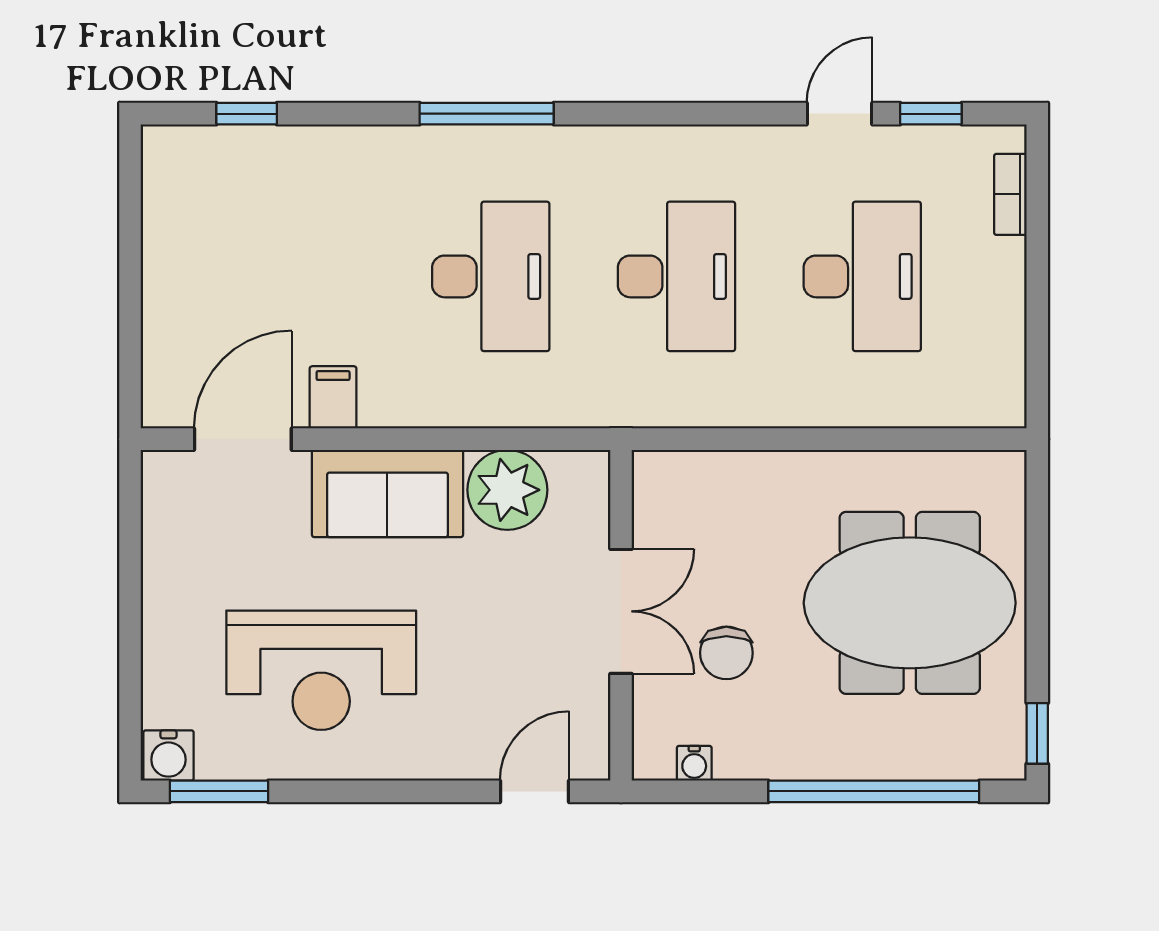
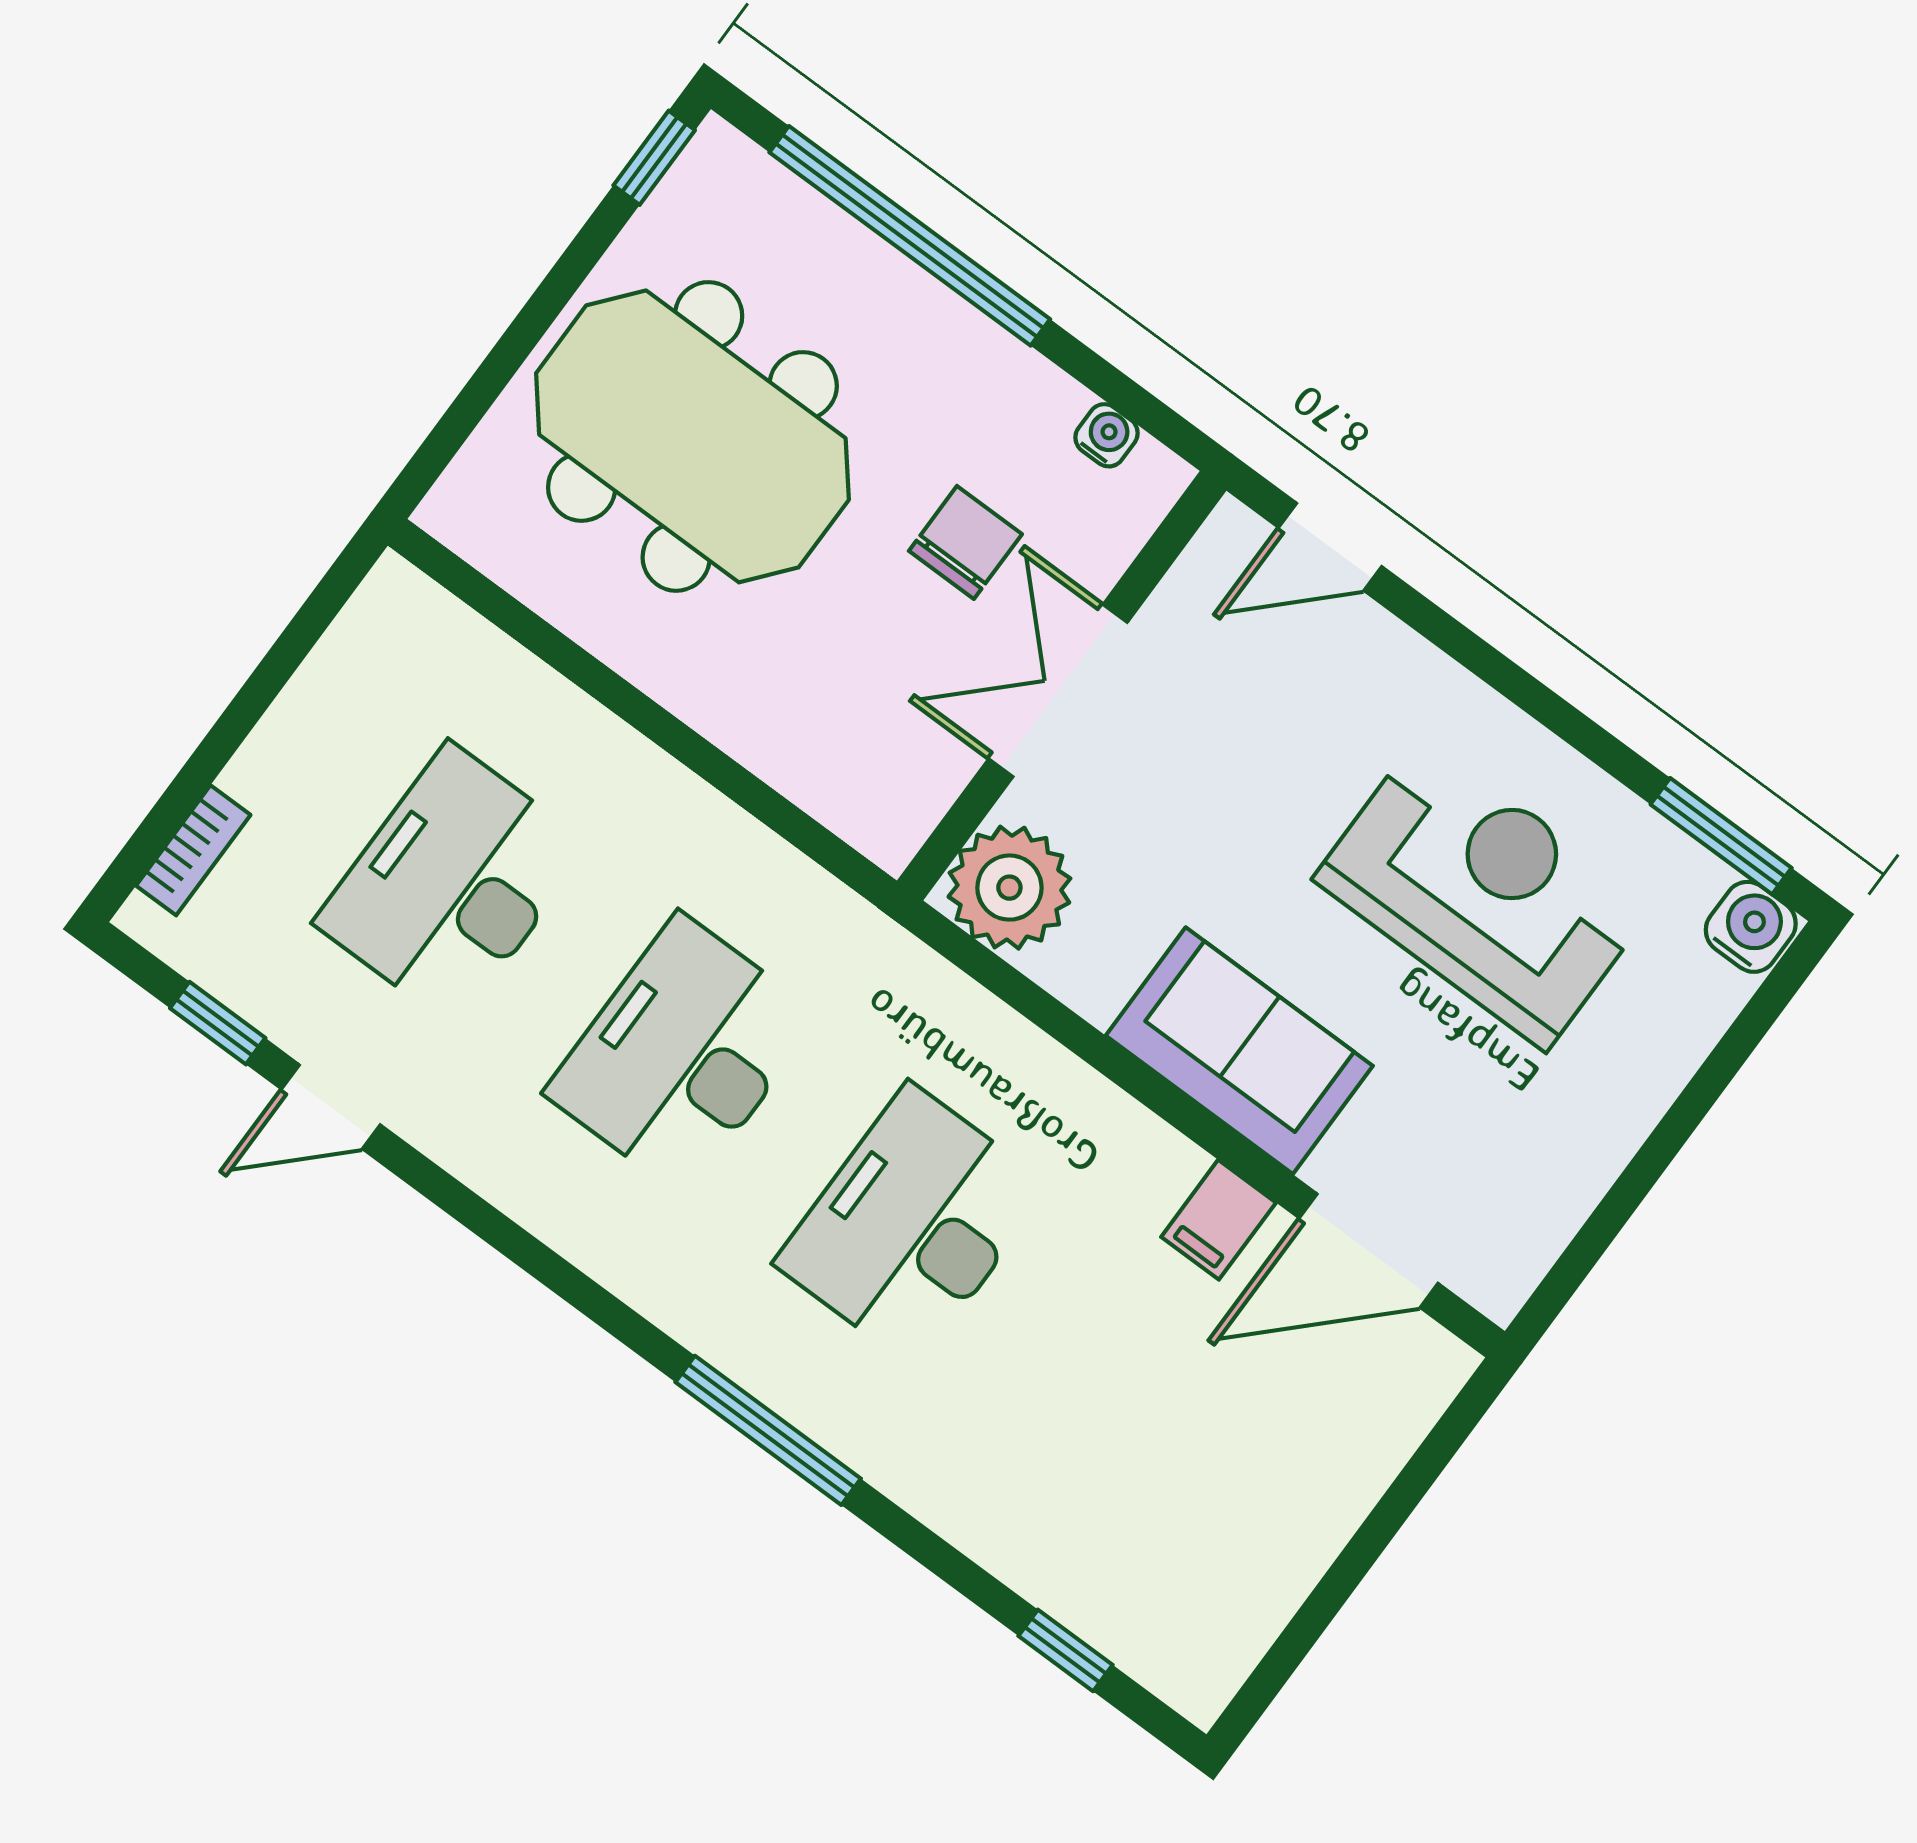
plant: (507, 490) -> (1009, 888), moved

